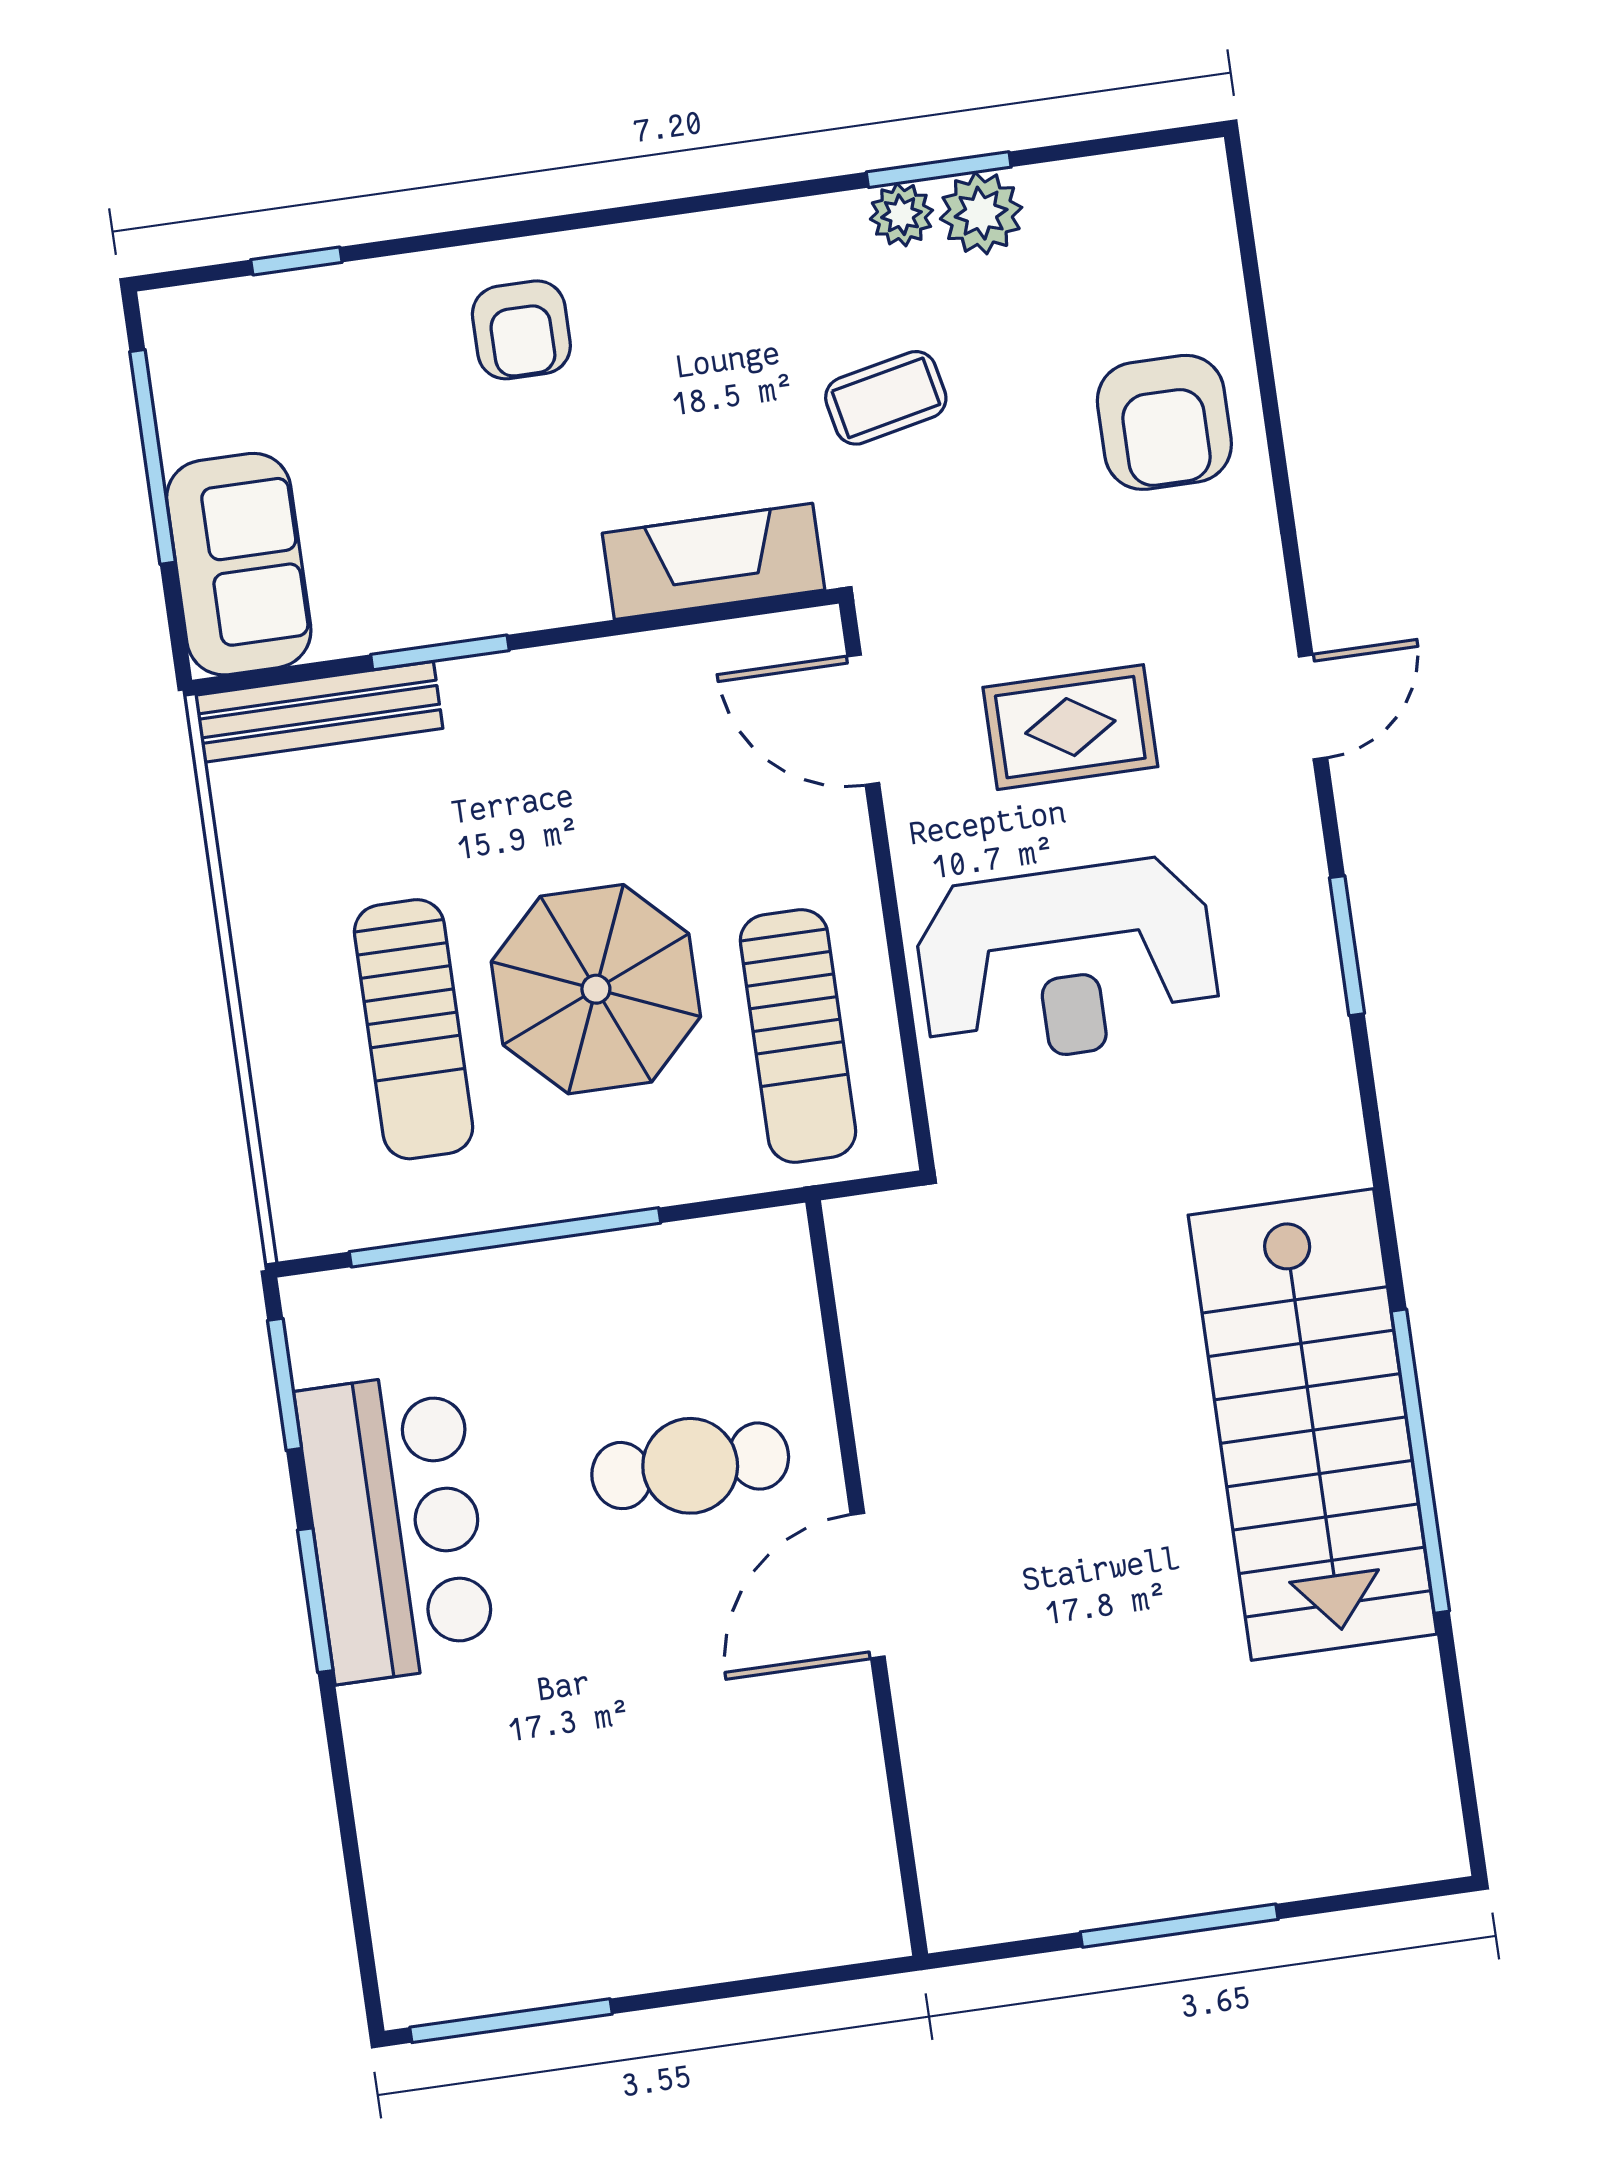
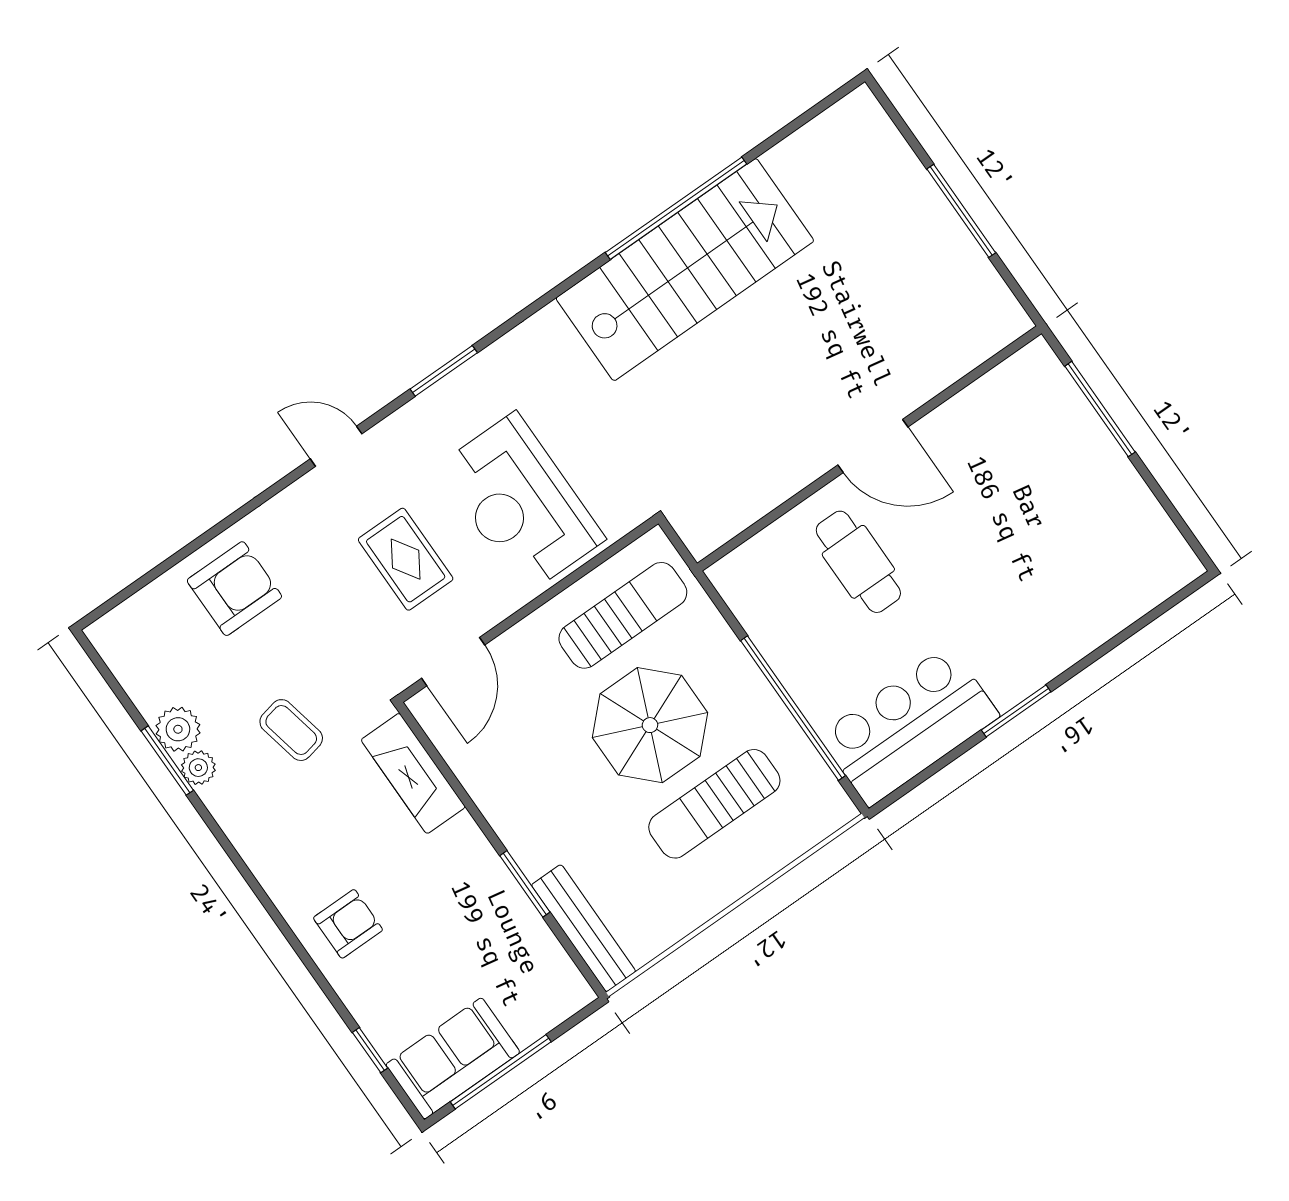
sofa: (239, 564) -> (453, 1058), moved
reception desk: (1067, 962) -> (521, 503), turned 180
sun lounger: (414, 1029) -> (714, 804), turned 180
window: (285, 1384) -> (919, 779), removed
bar counter: (396, 1527) -> (909, 726), moved
window: (511, 2021) -> (1100, 409), moved

